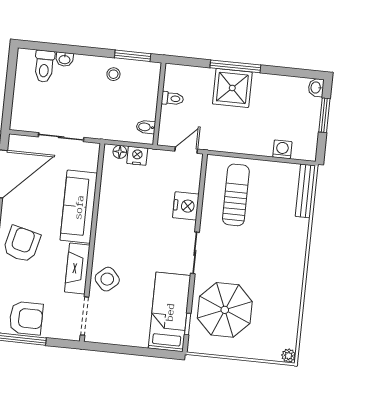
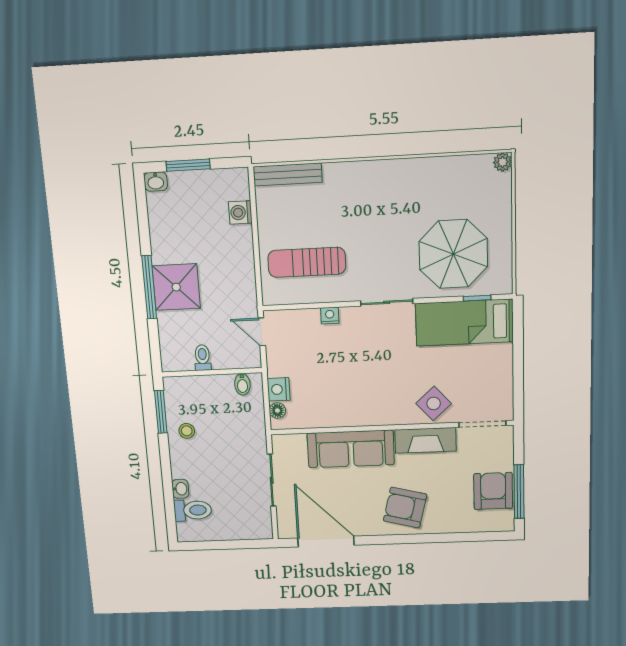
nightstand: (186, 206) -> (330, 316), width x0.53, depth x0.56

